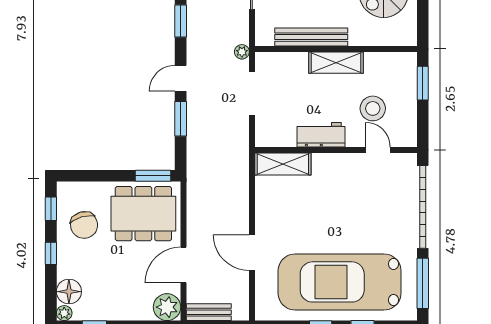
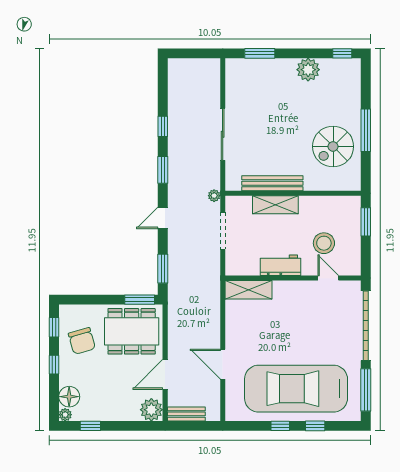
shelving: (336, 63) -> (275, 205), moved
window: (181, 119) -> (163, 269), moved

